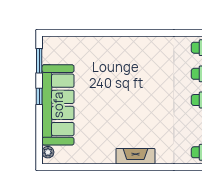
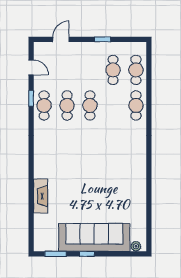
fireplace: (135, 156) -> (41, 196), moved, turned 180

